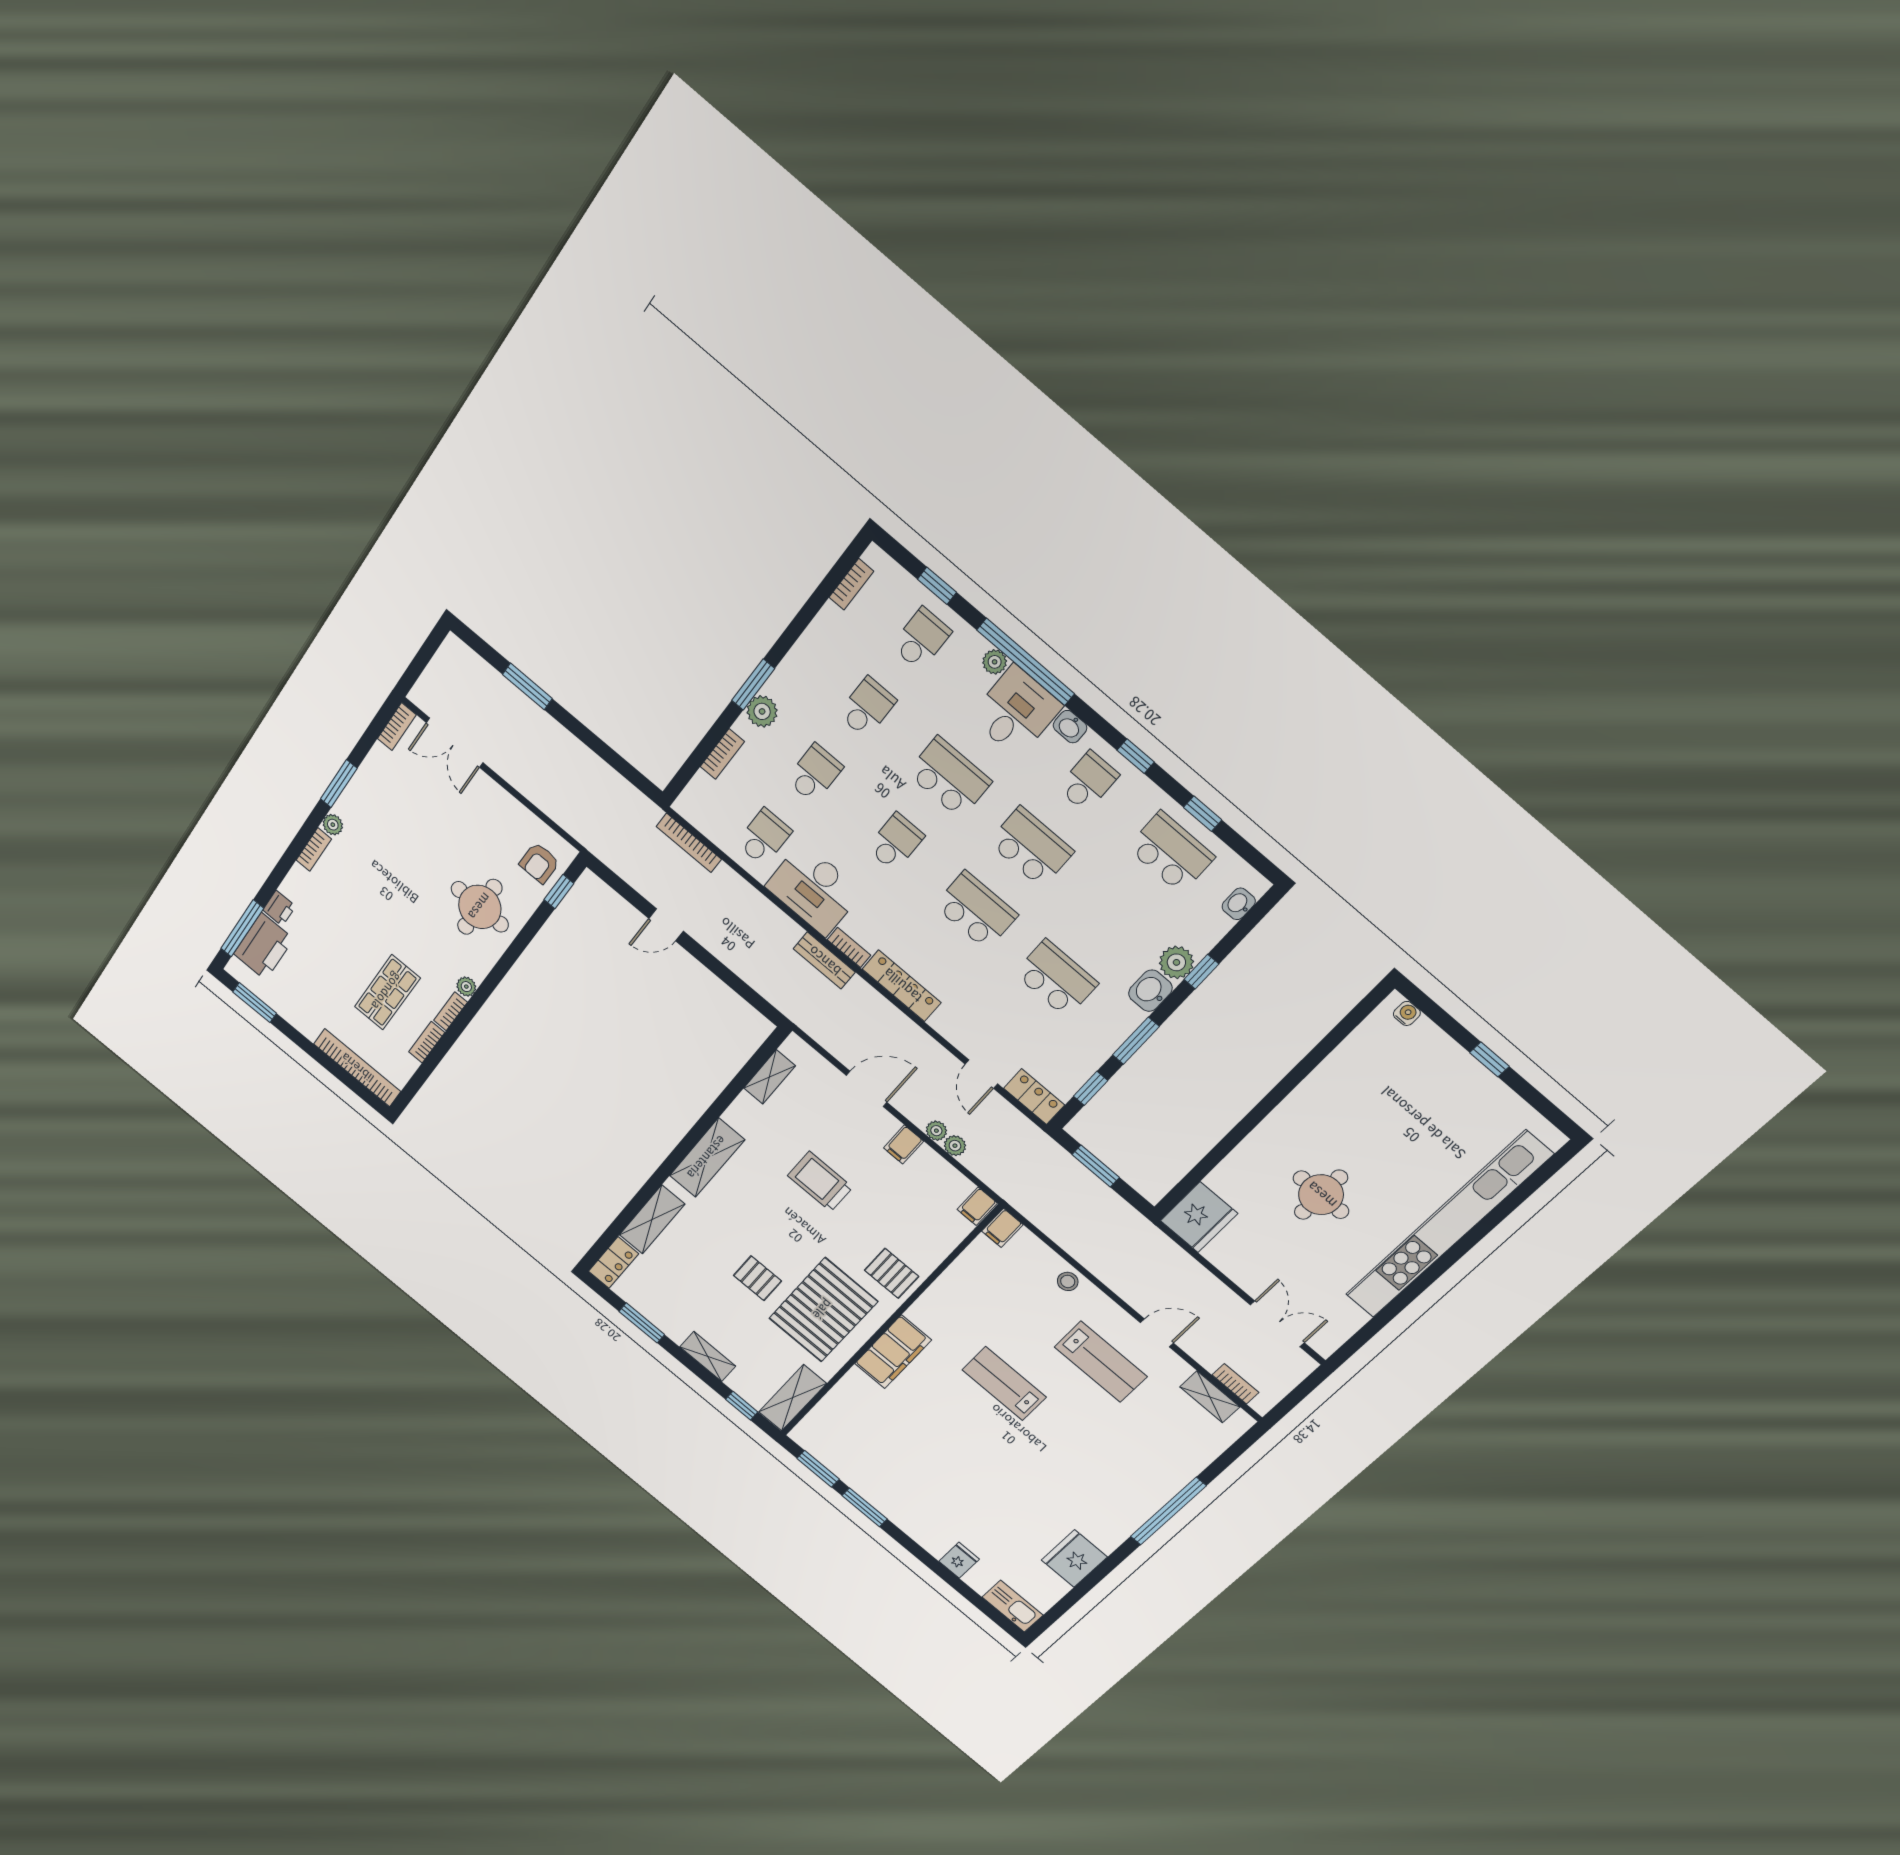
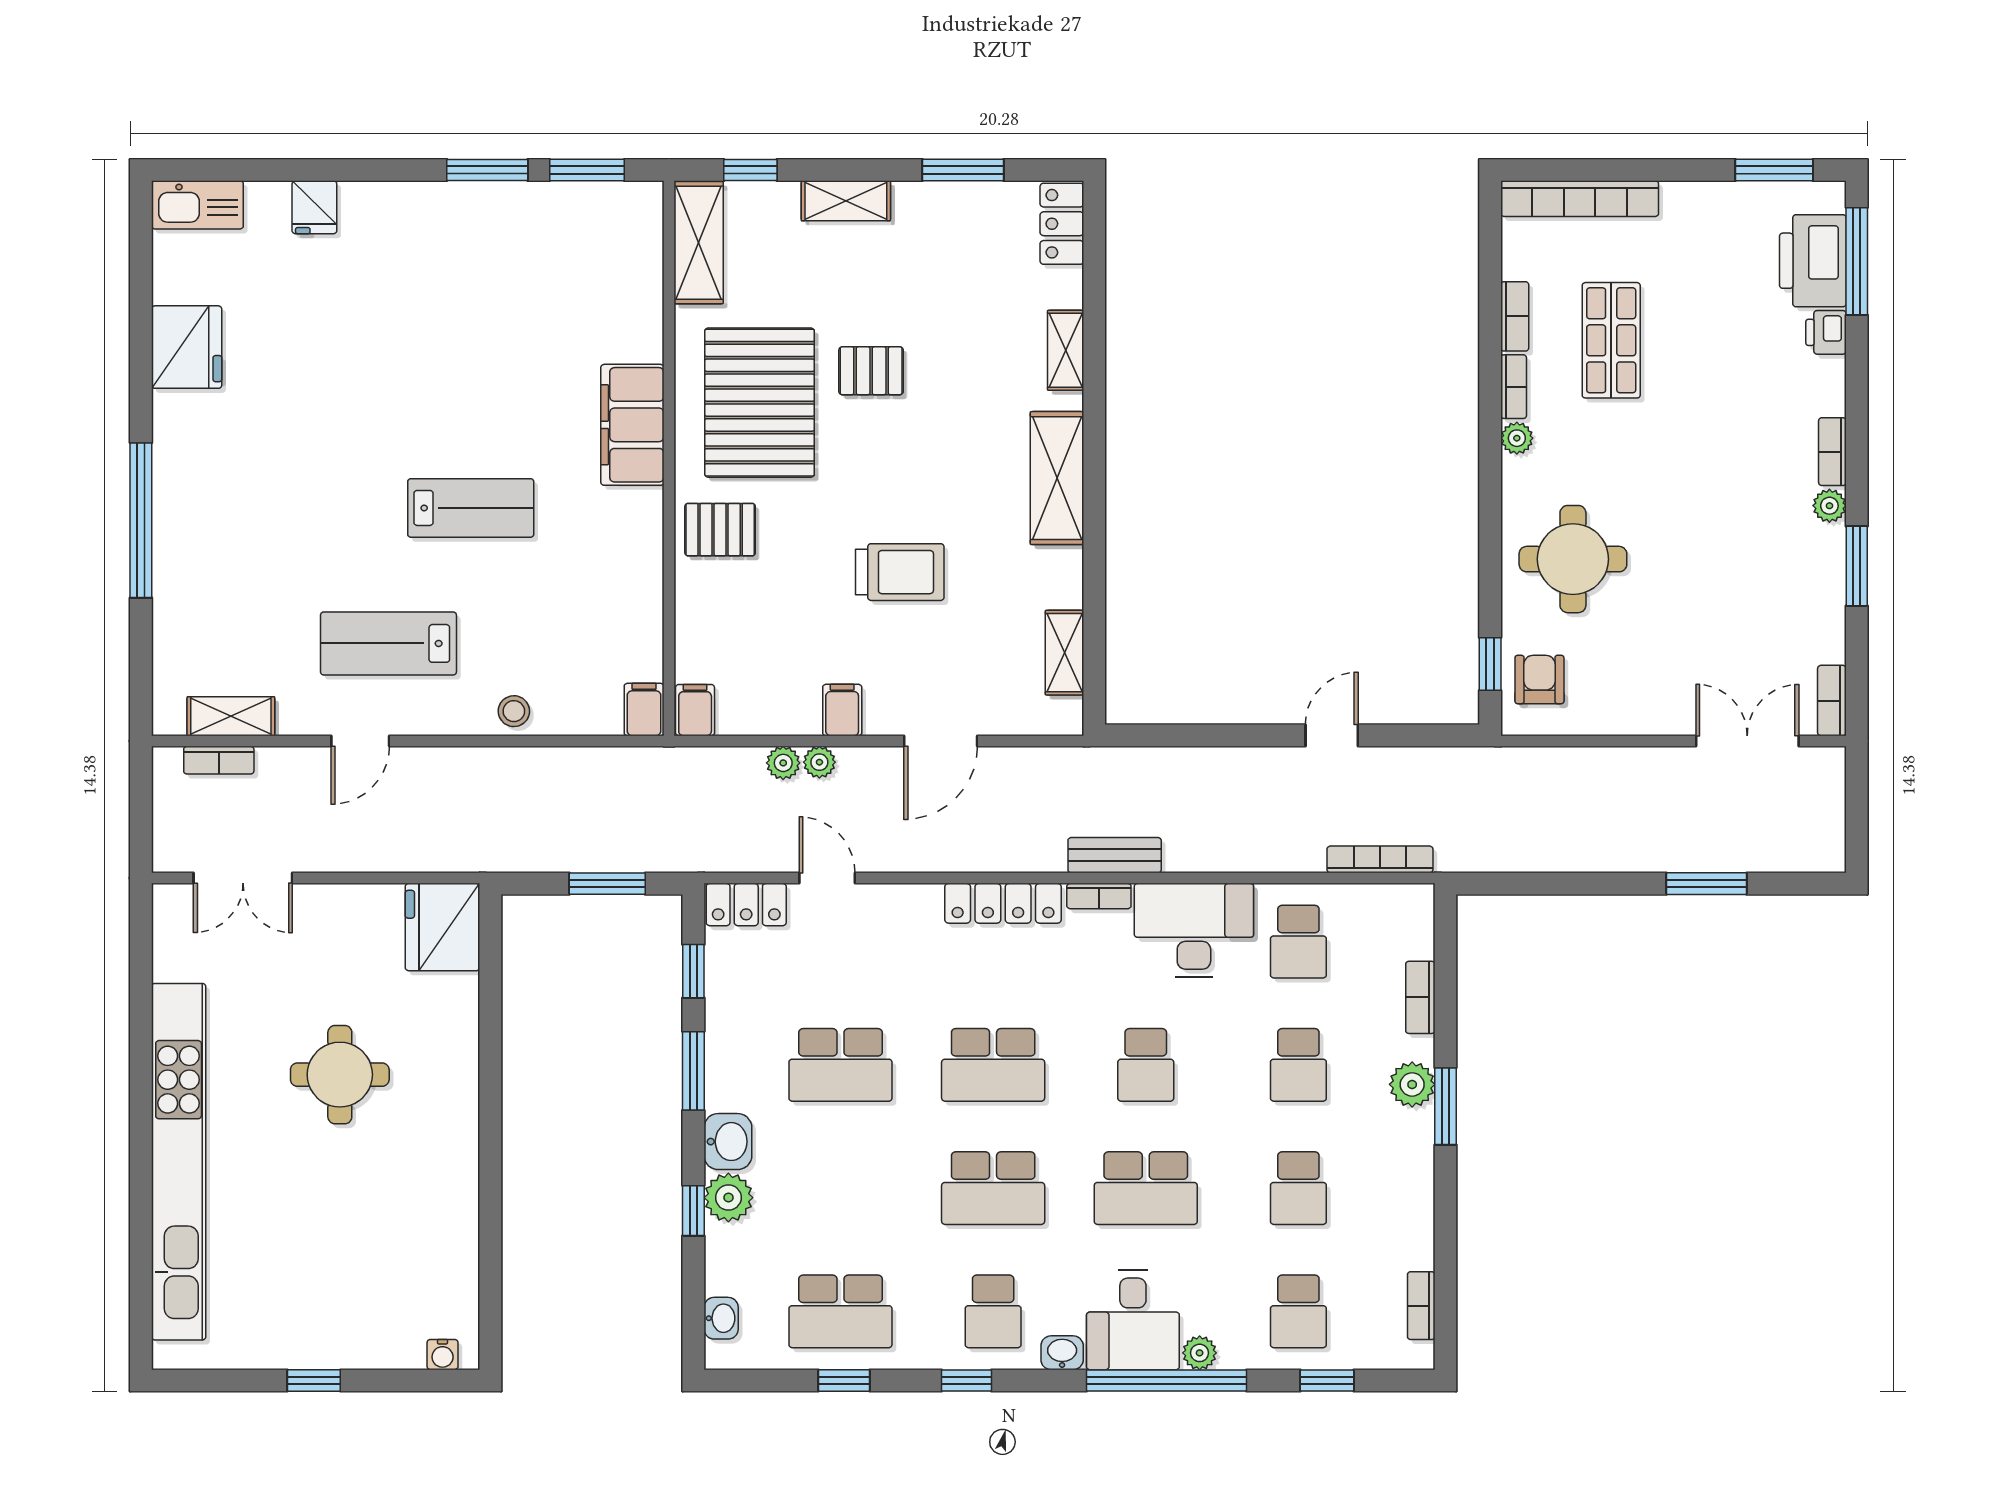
shelving: (652, 1220) -> (1066, 350), width x0.67, depth x0.75

